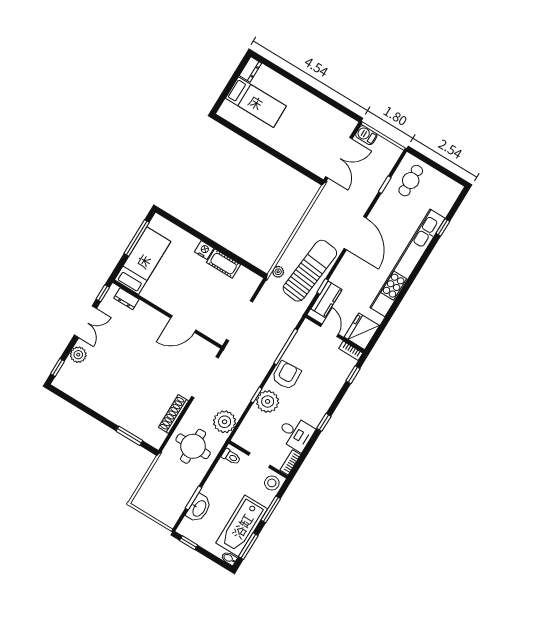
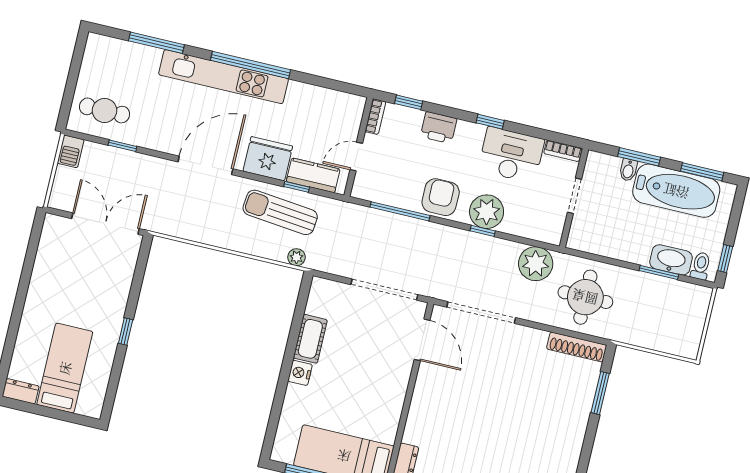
barbecue: (366, 135) -> (71, 151), moved
window: (266, 148) -> (126, 332), added
window: (443, 227) -> (156, 43), width x2.17
kitchen unit: (407, 263) -> (224, 77), width x0.73
sun lounger: (310, 271) -> (280, 212), width x0.73, depth x0.75
window: (409, 282) -> (250, 65), added
door: (183, 324) -> (422, 340), moved
fridge: (362, 331) -> (268, 159), moved, turned 180
armchair: (286, 375) -> (441, 197), turned 93
printer: (331, 389) -> (439, 128), added
shoe rack: (173, 414) -> (577, 347), moved
desk: (296, 433) -> (511, 155), width x1.37
toilet: (231, 457) -> (701, 266), moved
stool: (272, 483) -> (601, 168), removed
bidet: (229, 558) -> (628, 170), moved

